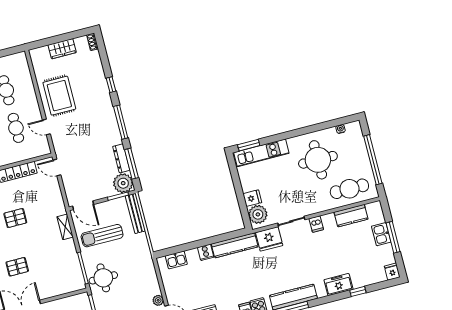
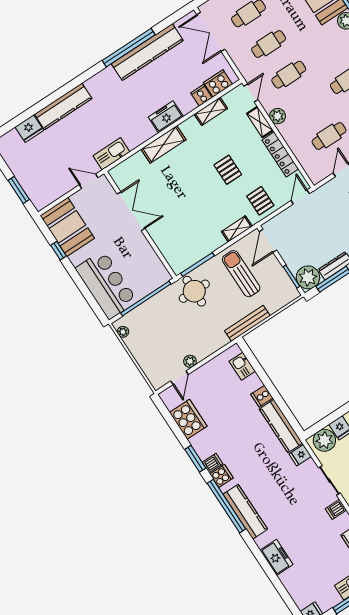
bench: (135, 213) -> (247, 323), moved
fridge: (269, 239) -> (300, 455), width x0.53, depth x0.75
pallet: (17, 267) -> (260, 201), moved
window: (358, 291) -> (276, 582), removed

